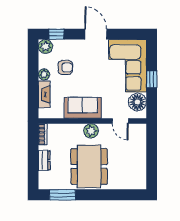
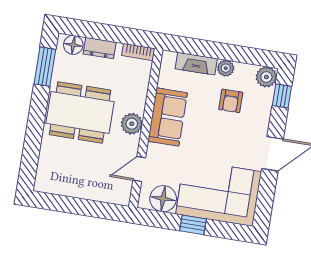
floor lamp: (45, 178) -> (73, 45), added

